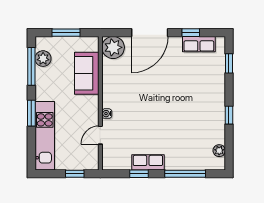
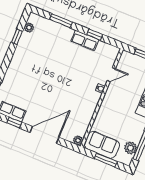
plant: (113, 47) -> (78, 140), width x0.53, depth x0.53
sofa: (87, 73) -> (102, 145), moved, turned -90
window: (229, 115) -> (17, 37), moved
window: (185, 174) -> (61, 21), width x0.69

